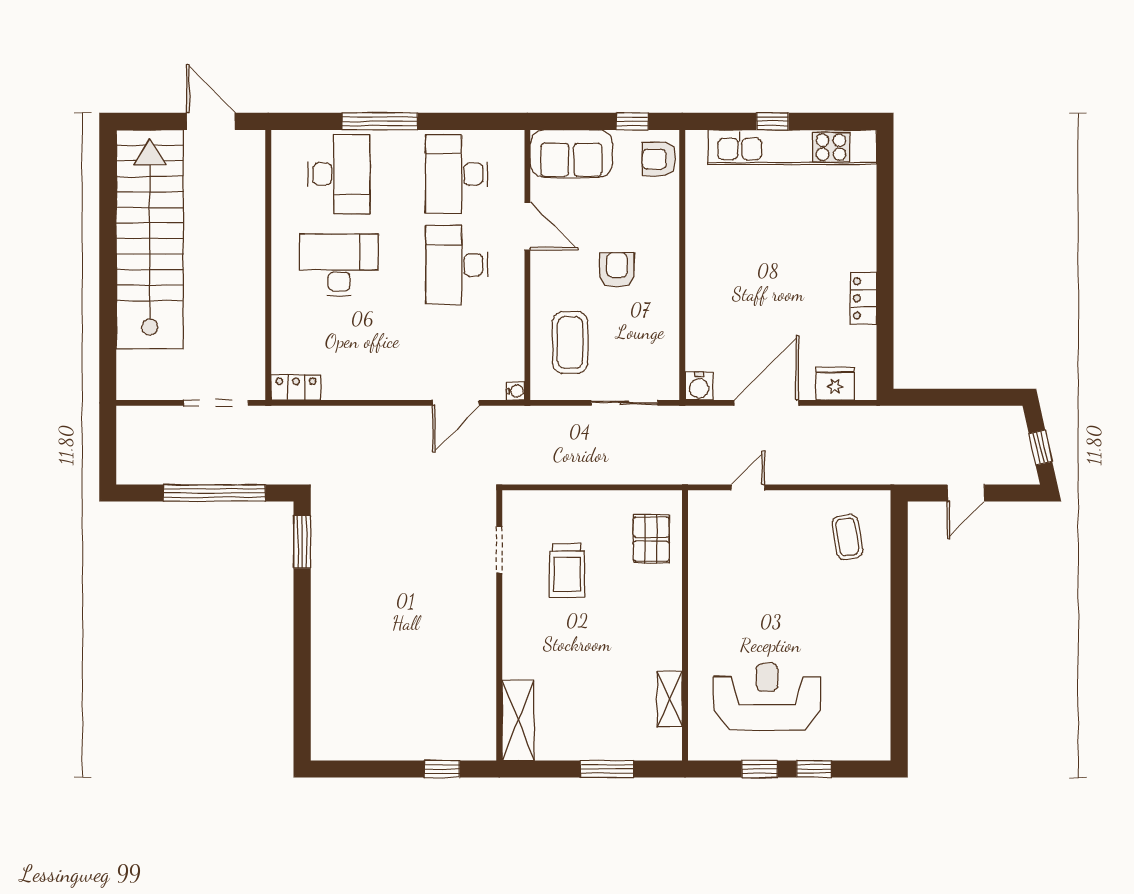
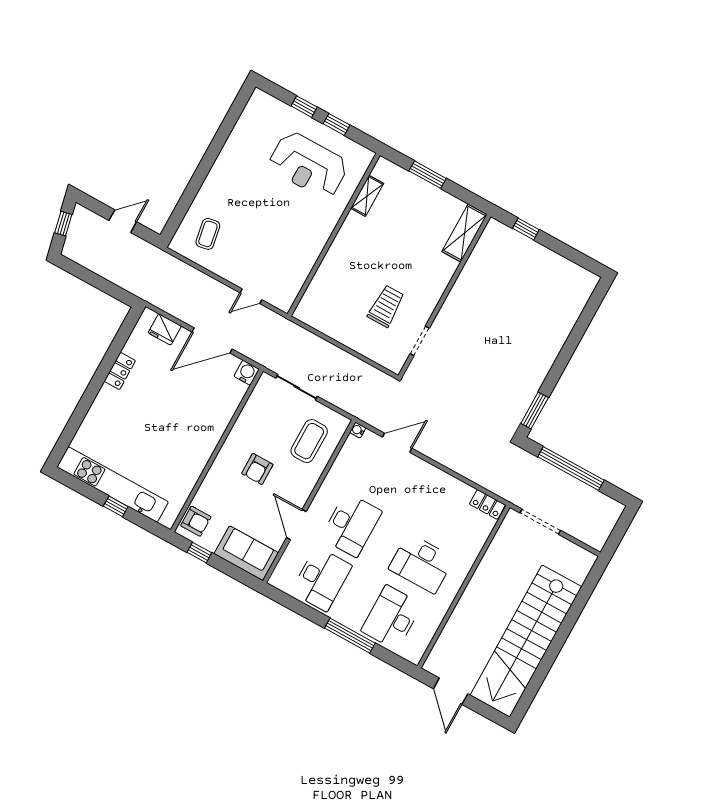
pallet: (651, 539) -> (326, 297), removed

